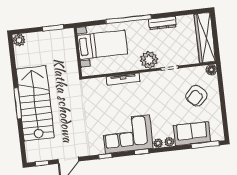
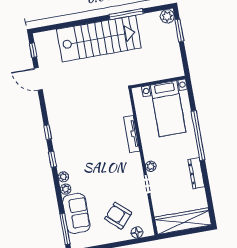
window: (53, 28) -> (179, 30), moved
plant: (149, 60) -> (151, 166), width x0.53, depth x0.53
floor lamp: (211, 70) -> (137, 232), moved
window: (18, 103) -> (126, 14), moved
corner sofa: (128, 134) -> (71, 143), removed
window: (105, 156) -> (48, 132), moved

